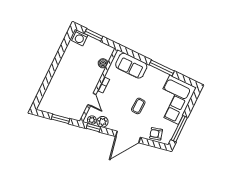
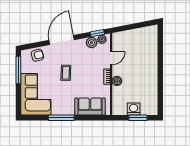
washing machine: (80, 38) -> (134, 109), moved
boiler: (103, 63) -> (117, 81), moved
door: (92, 100) -> (111, 58), swing flipped
window: (60, 119) -> (131, 27), removed

